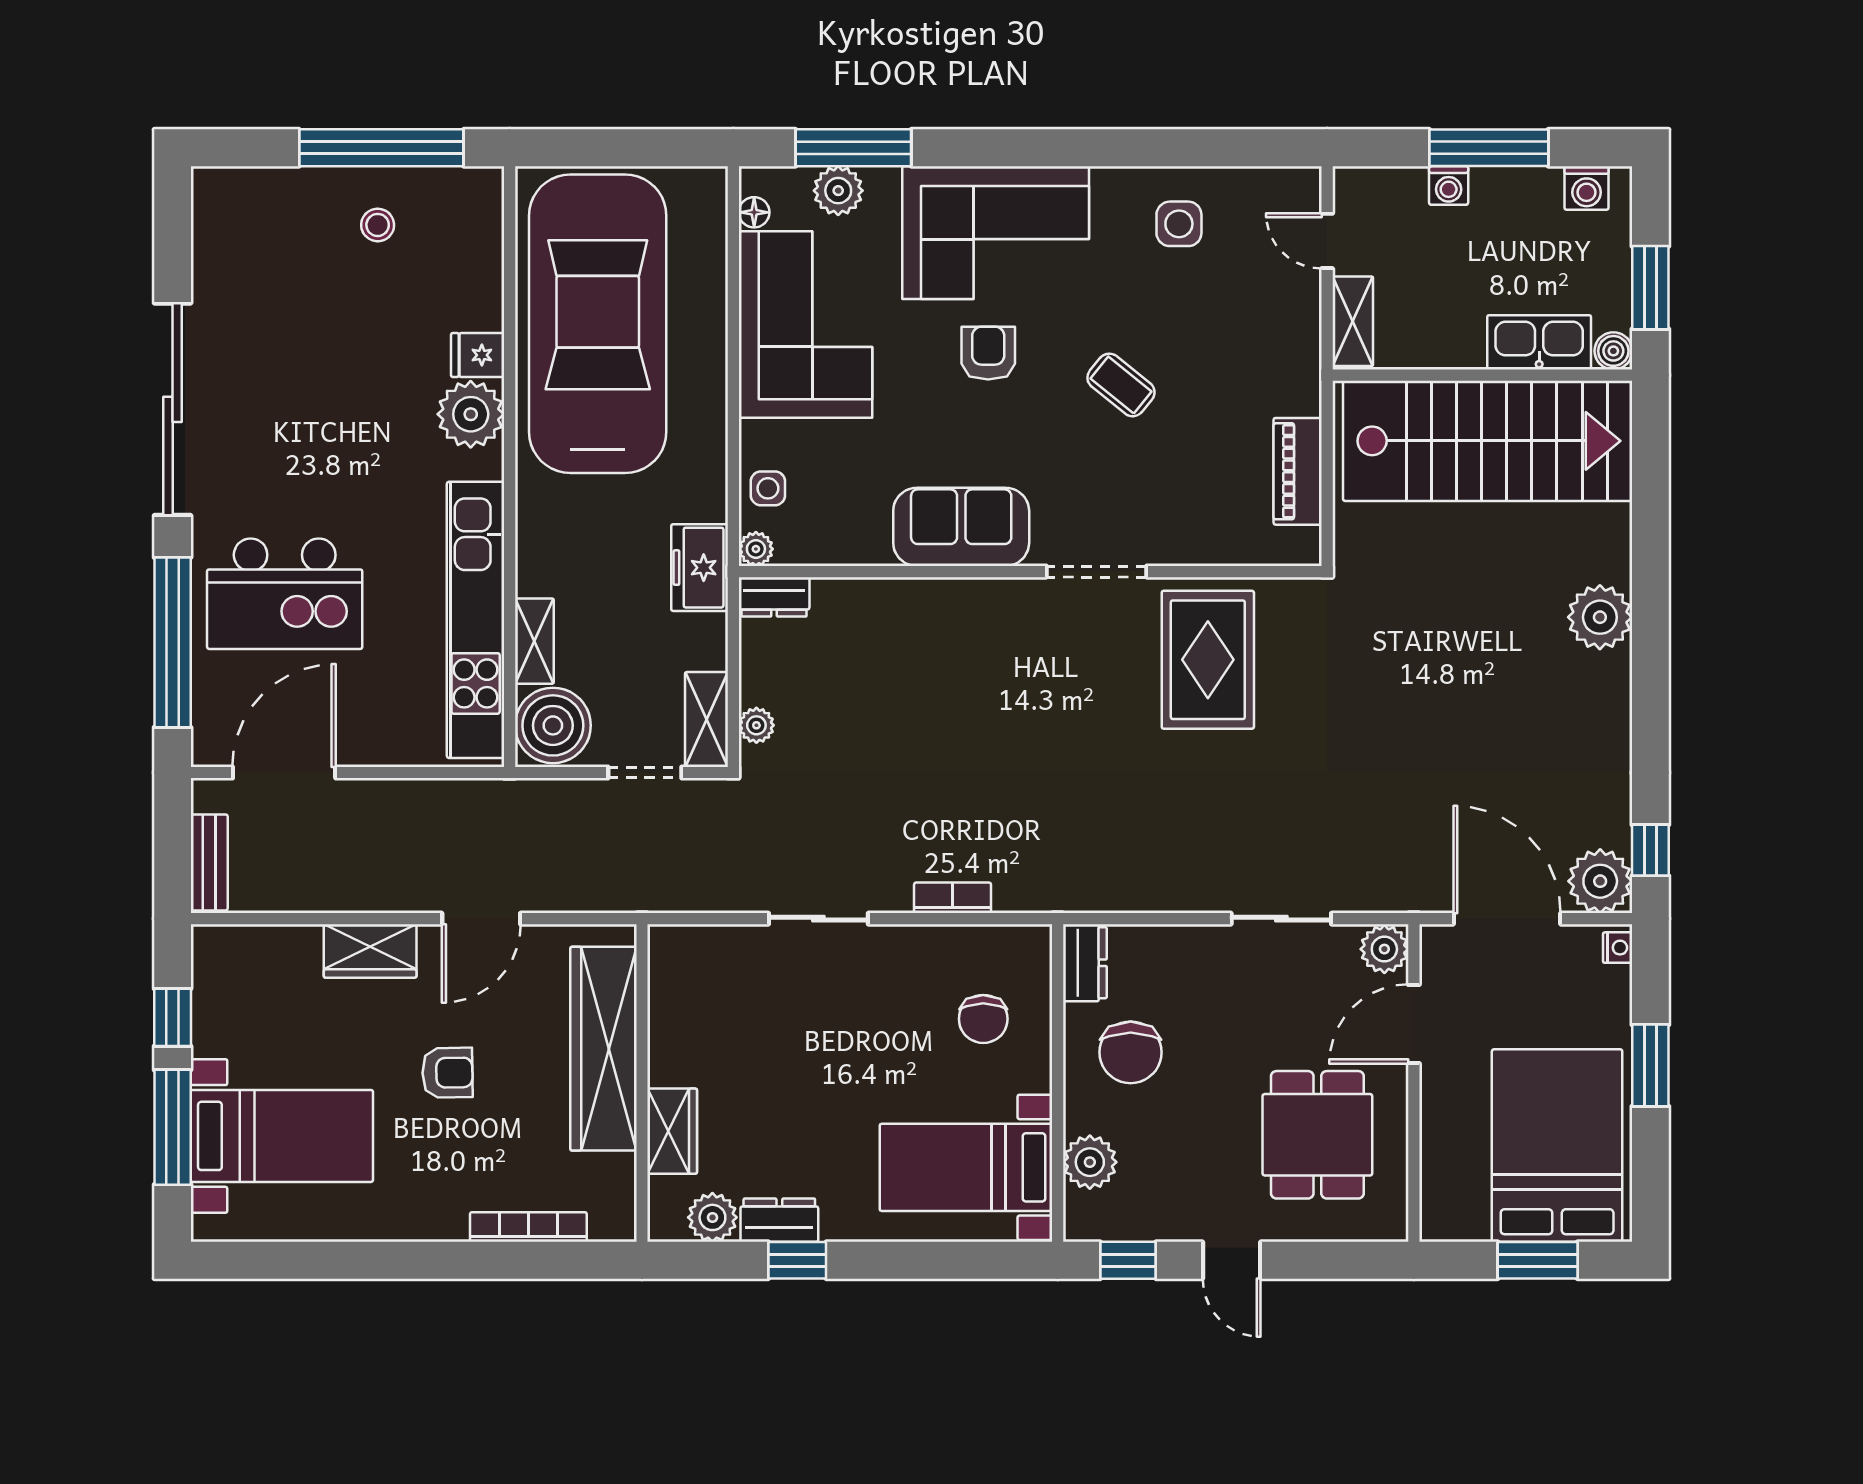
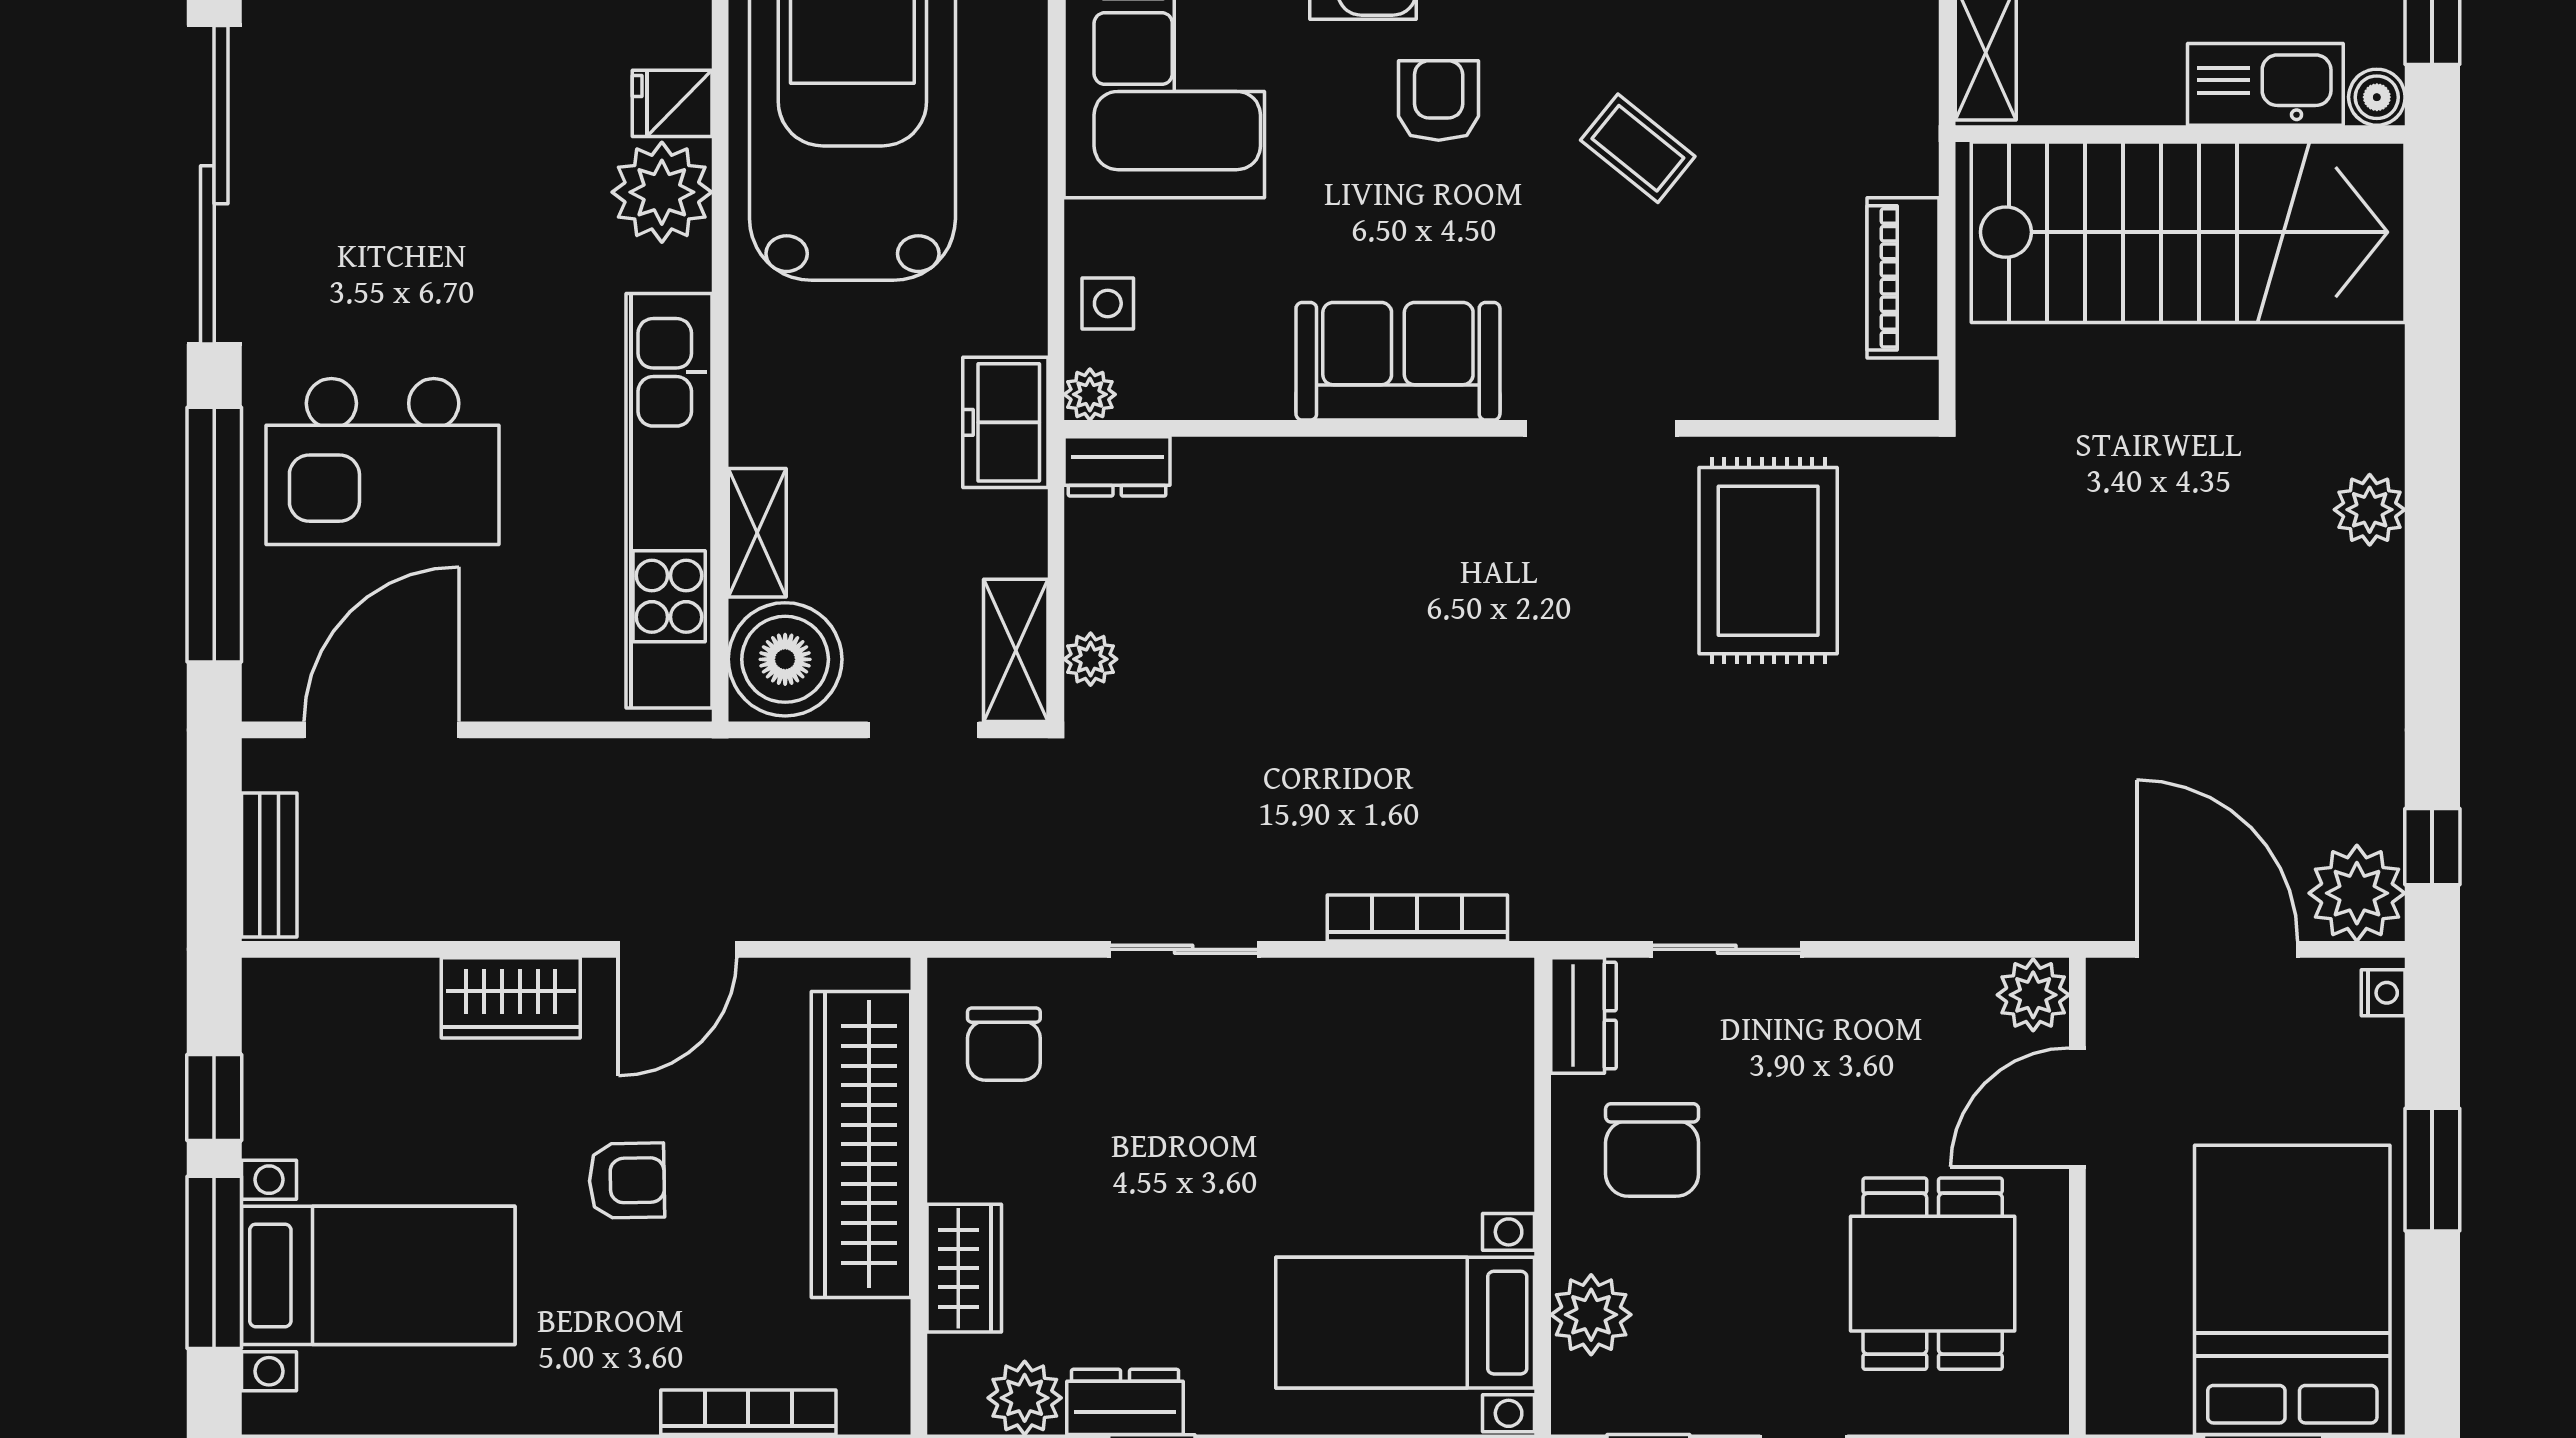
plant: (1600, 617) -> (2370, 510), width x0.73, depth x0.73
bookcase: (953, 898) -> (1417, 918), width x1.56
sliding door: (1281, 919) -> (1727, 949), moved
chair: (983, 1019) -> (1004, 1044), moved

